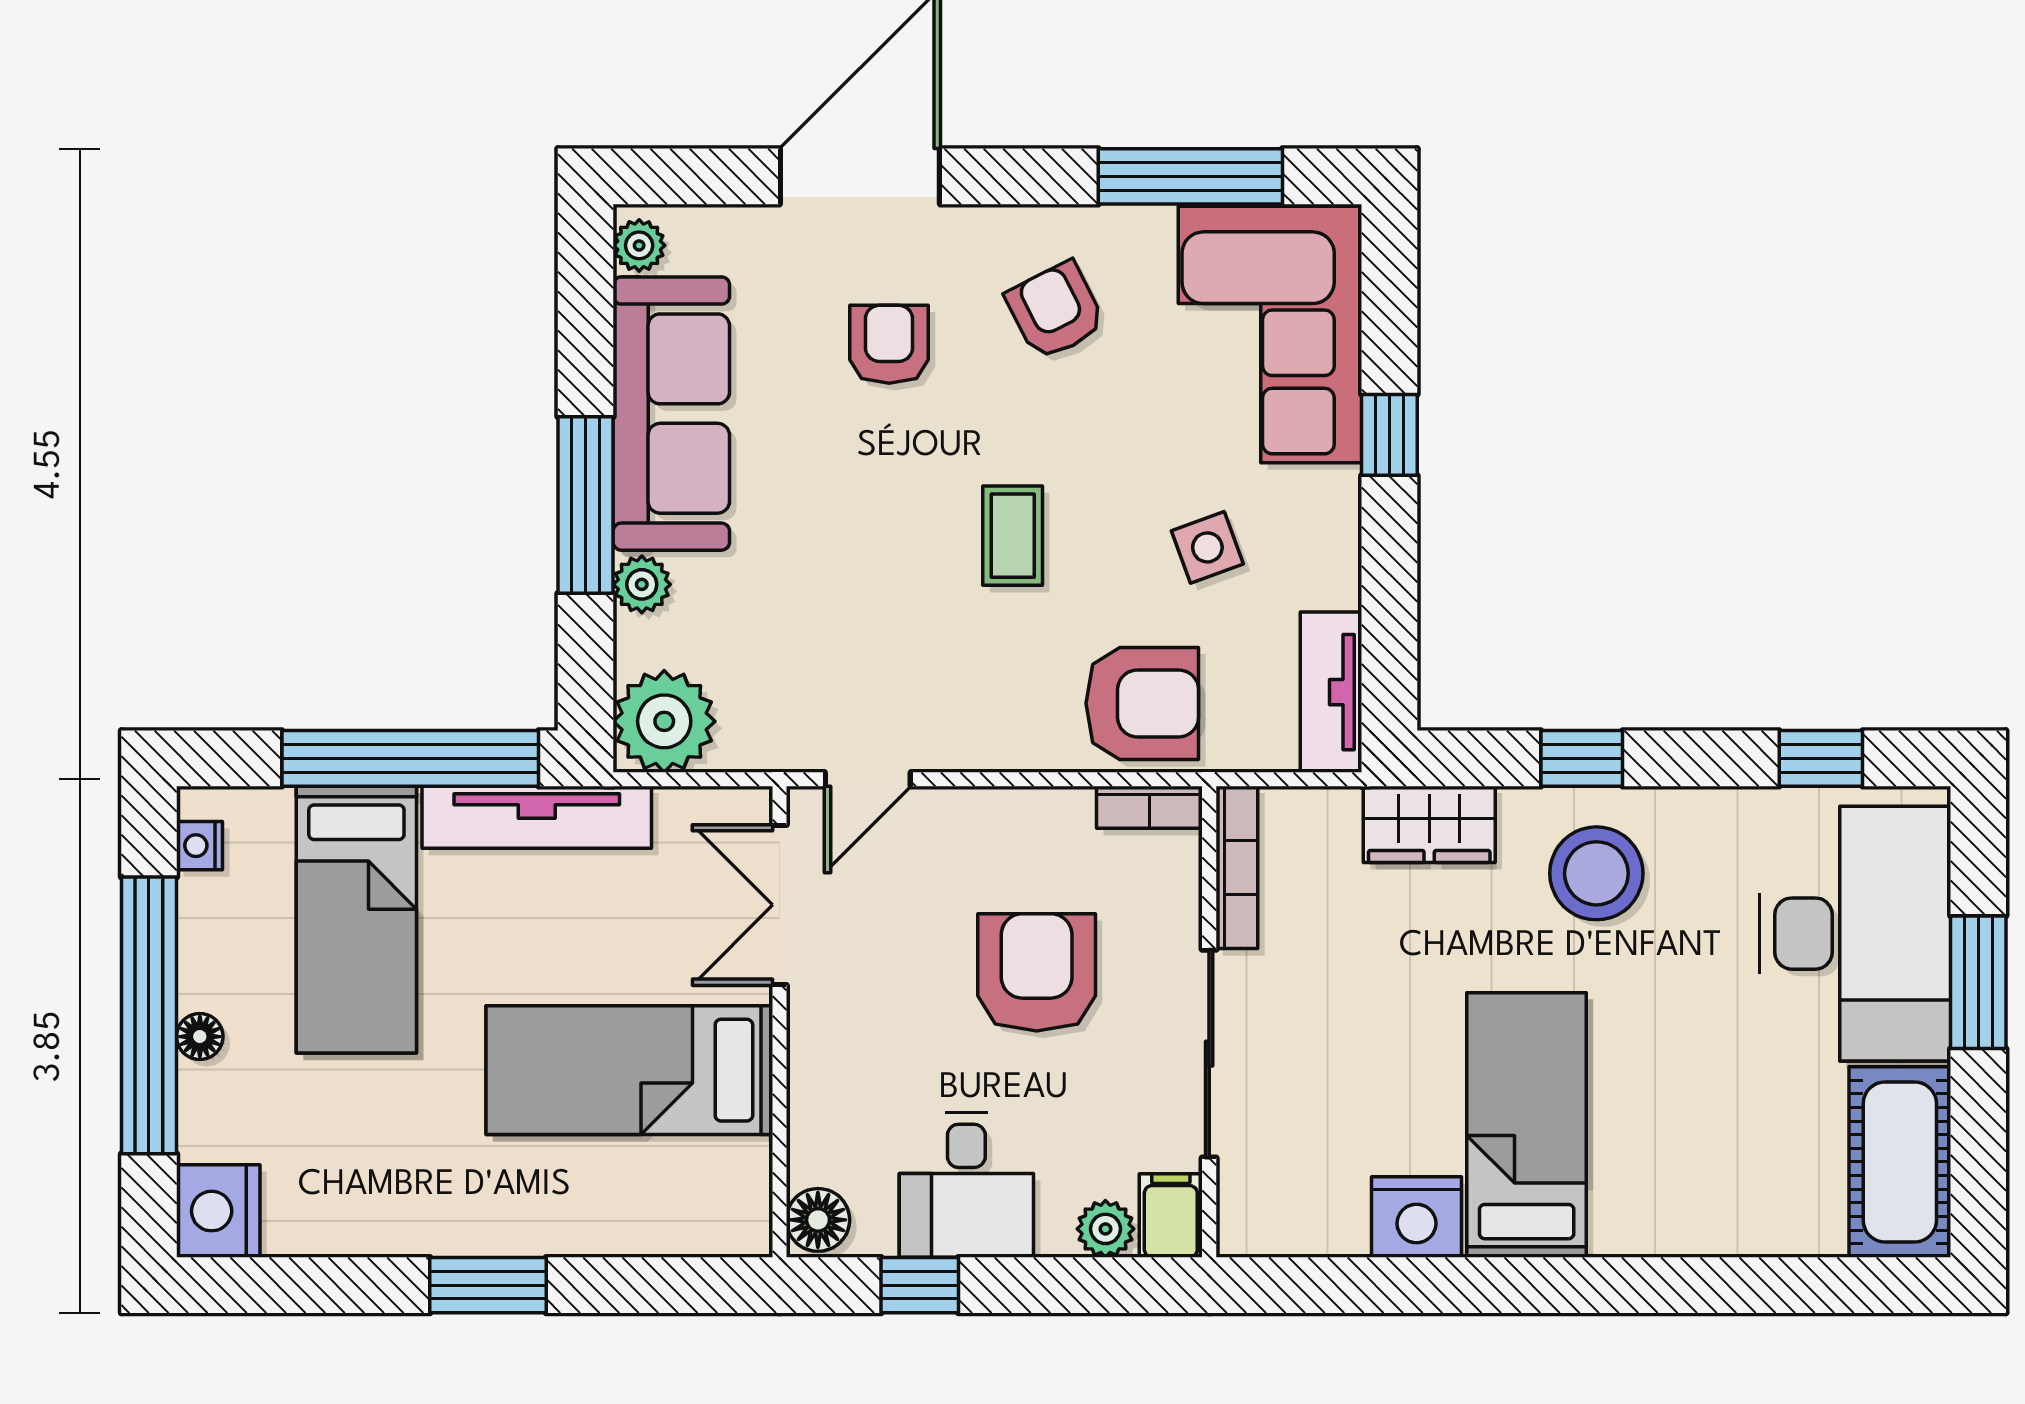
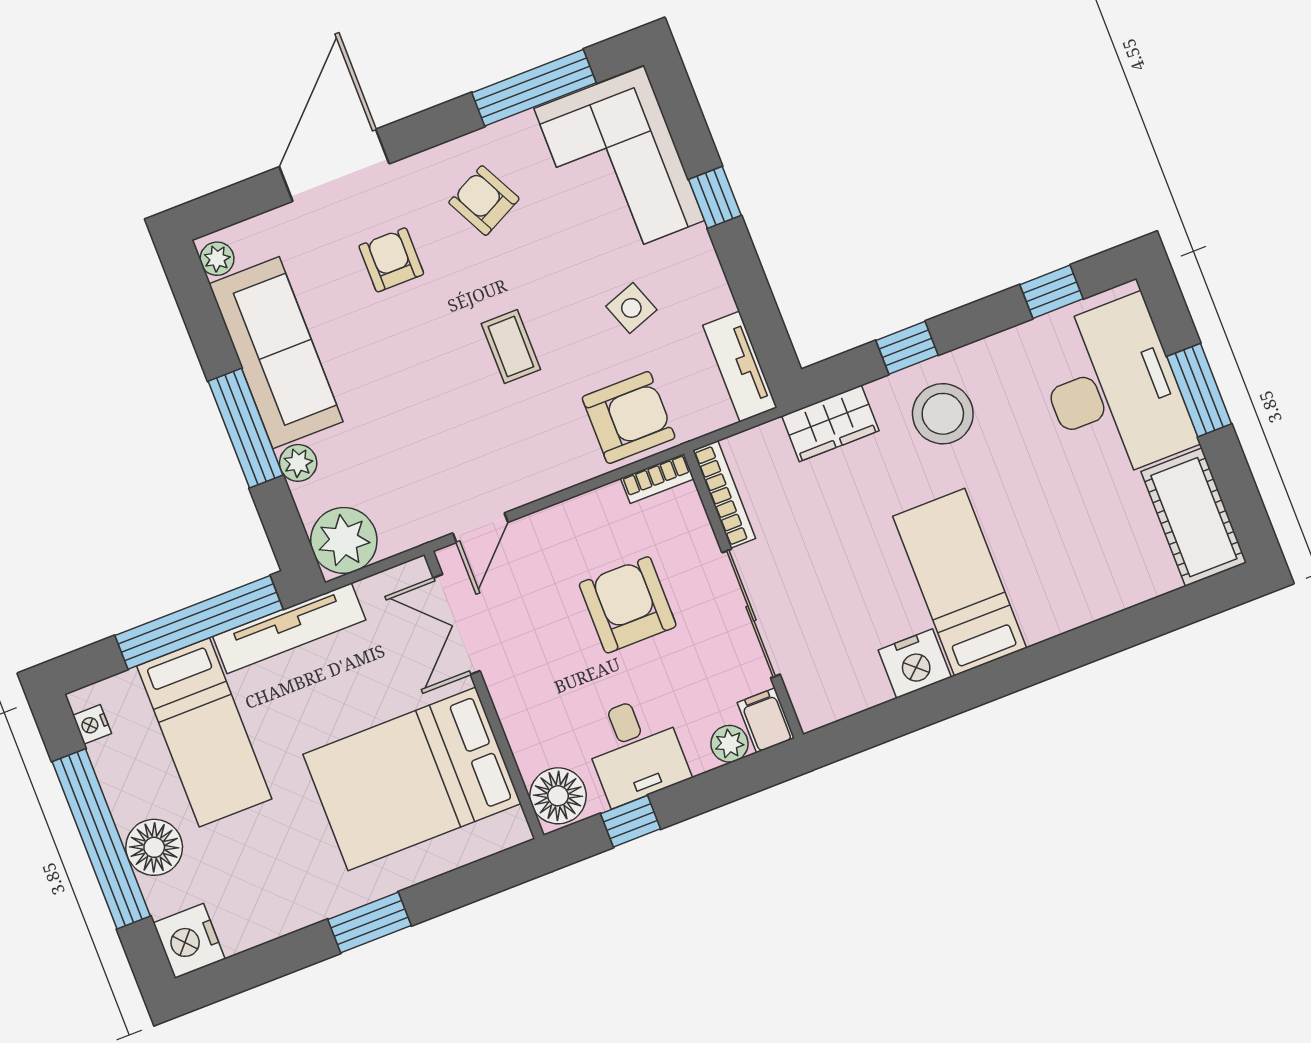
floor lamp: (200, 1037) -> (154, 847), width x1.89, depth x1.89
bed: (629, 1070) -> (412, 779), width x1.50
floor lamp: (818, 1220) -> (558, 796), width x1.38, depth x1.38

